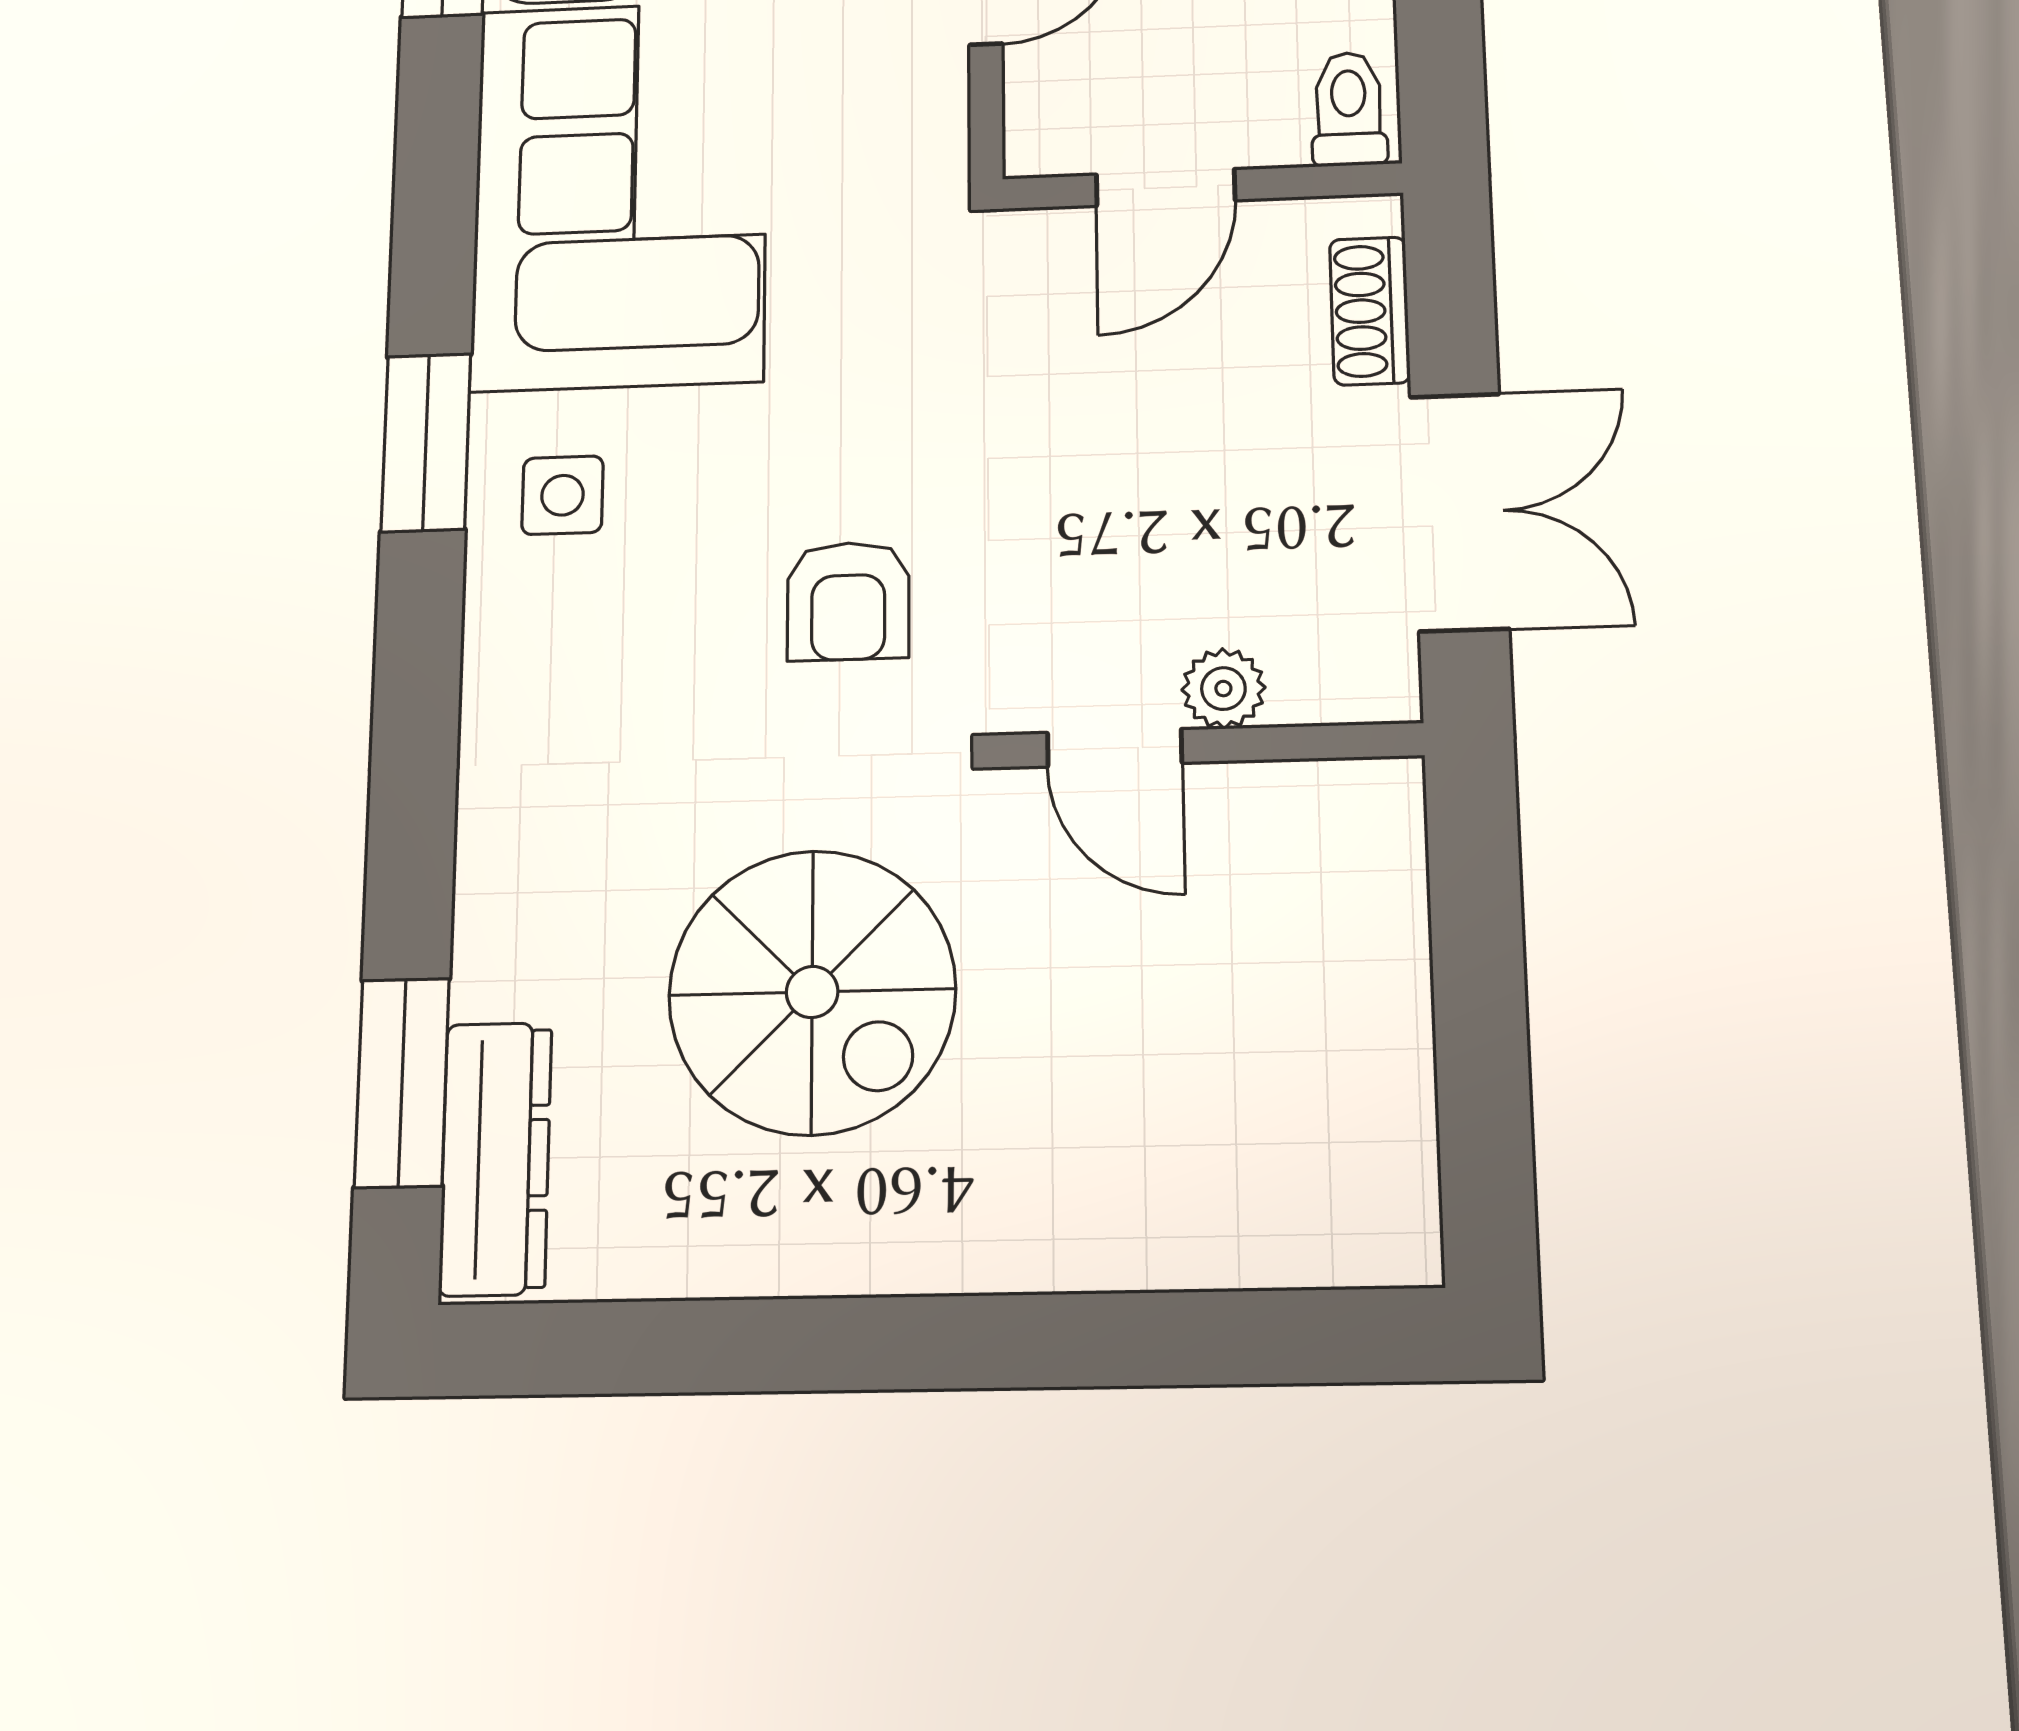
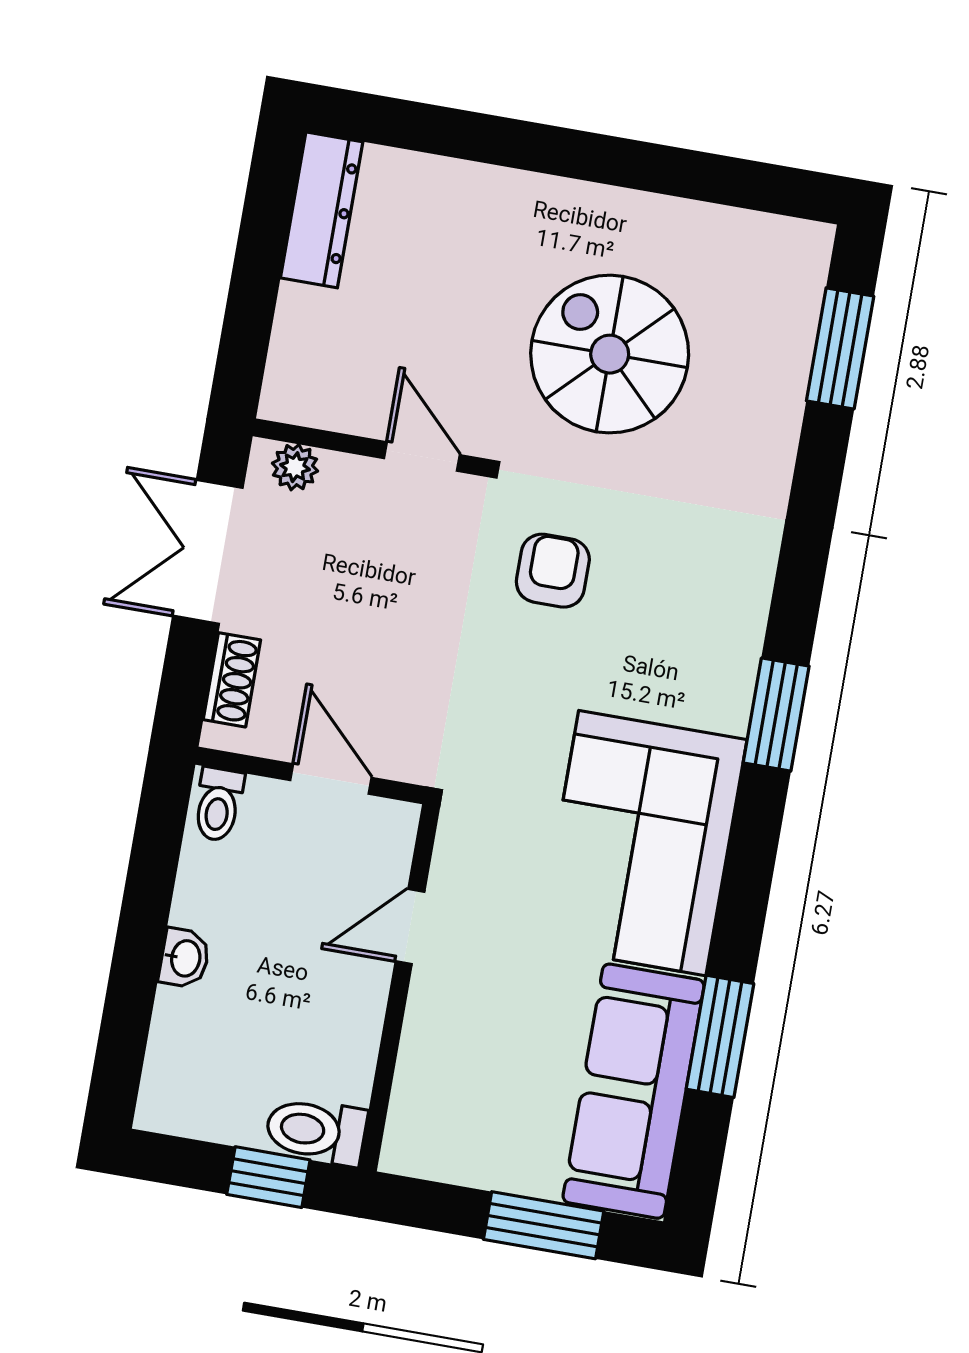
door: (1166, 187) -> (331, 779), hinge flipped
side table: (562, 495) -> (703, 666), removed
plant: (1223, 689) -> (295, 467), moved
dresser: (495, 1158) -> (322, 210), moved, turned 180

